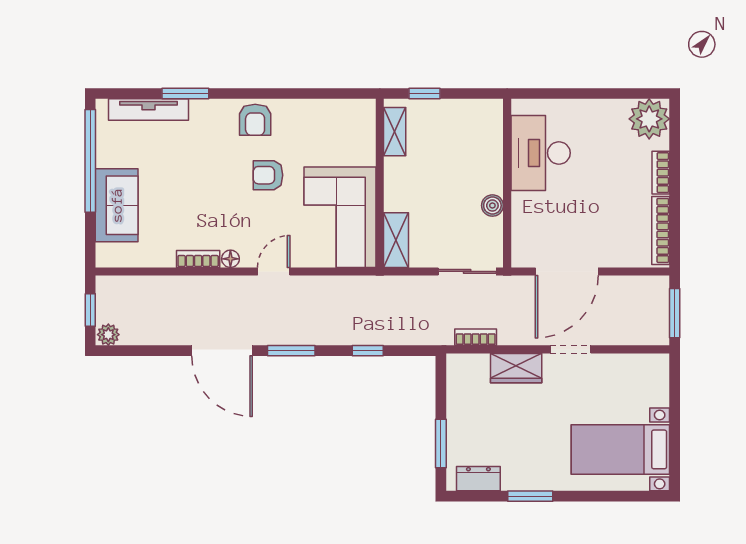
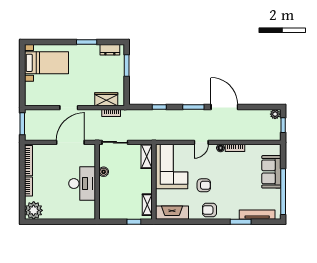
fireplace: (339, 114) -> (172, 213), added
armchair: (255, 120) -> (210, 210), turned -90
desk: (541, 153) -> (82, 184), moved
wardrobe: (516, 368) -> (106, 99), moved

